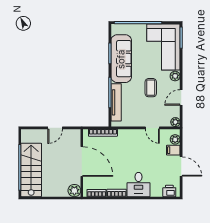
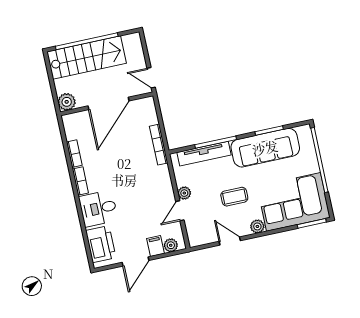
plant: (175, 122) -> (184, 193), moved
door: (82, 162) -> (109, 103), moved
wall: (82, 163) -> (107, 104), moved
plant: (74, 191) -> (67, 102), moved
printer: (169, 191) -> (101, 244), width x1.87, depth x1.48

